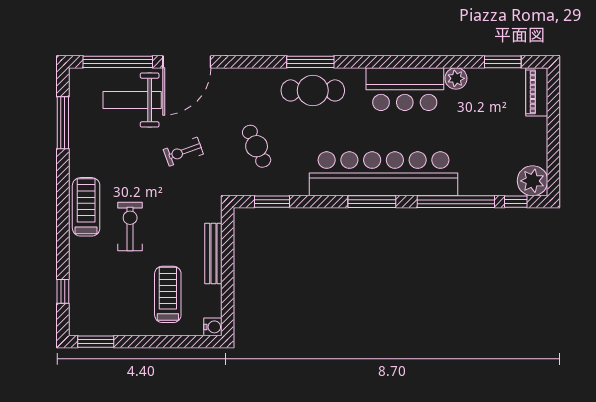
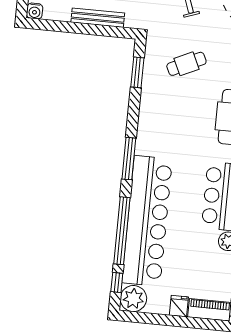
fridge: (536, 128) -> (179, 306), added
bar counter: (383, 174) -> (147, 221), moved

